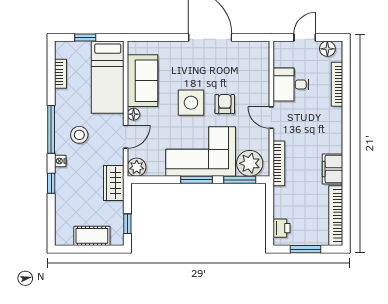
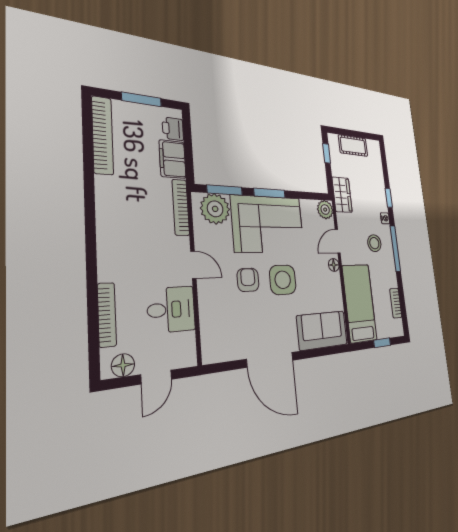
sofa: (143, 81) -> (322, 330), moved, turned 90
armchair: (225, 104) -> (248, 280), turned 180
filing cabinet: (332, 169) -> (173, 159), moved, turned 180

